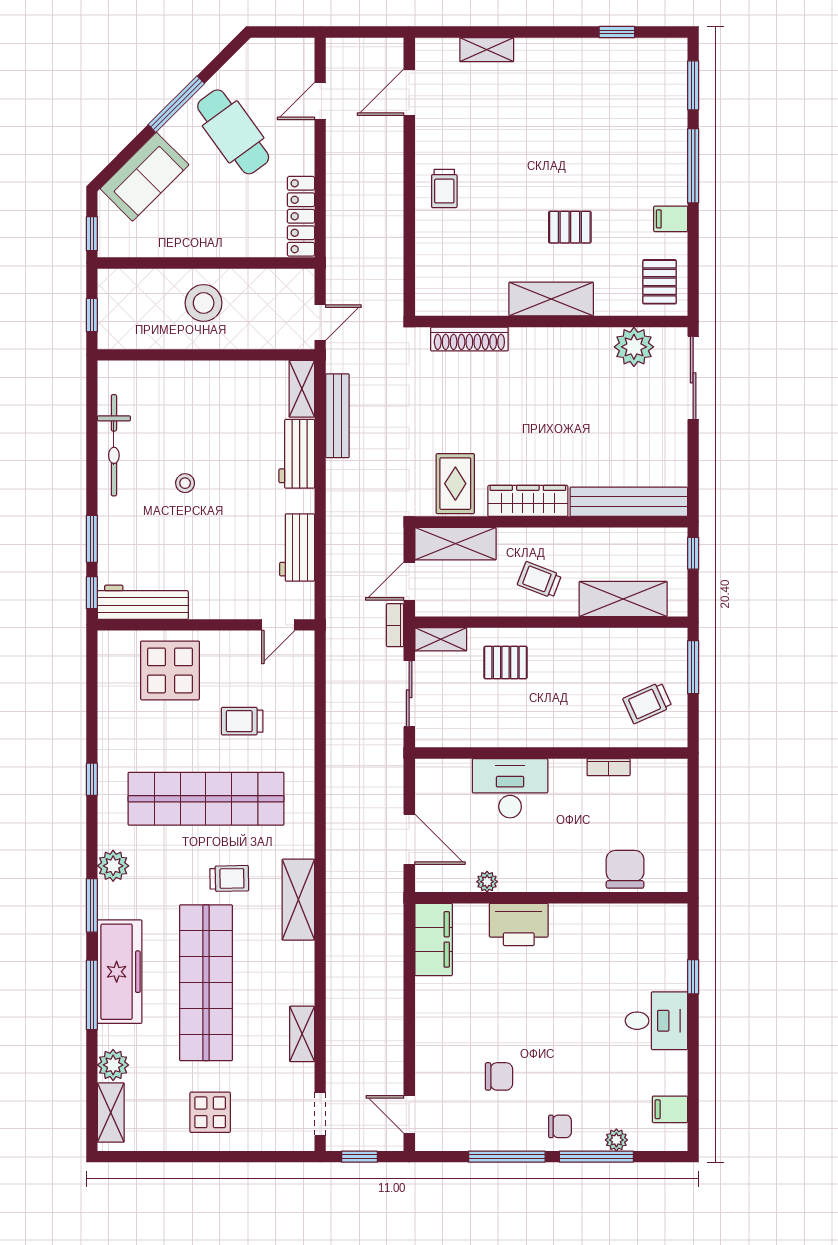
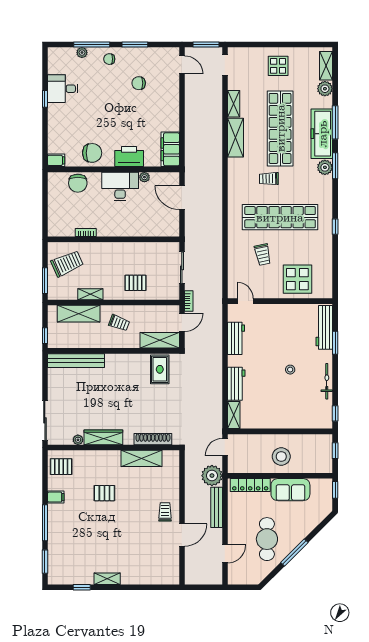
shelving: (487, 50) -> (107, 579), moved
door: (409, 92) -> (182, 535), moved
cafe table: (233, 132) -> (267, 539), turned 36
sofa: (144, 177) -> (290, 490), moved, turned -135
locker: (301, 216) -> (250, 485), moved, turned 90
plant: (347, 263) -> (212, 476), added
pallet: (660, 282) -> (61, 467), turned 90
shelving: (551, 299) -> (142, 458), moved
plant: (634, 347) -> (78, 440), width x0.53, depth x0.53
bench: (337, 416) -> (217, 507), moved
bicycle: (114, 445) -> (327, 381), width x0.73, depth x0.71
wardrobe: (528, 501) -> (103, 437), moved, turned 180
window: (92, 593) -> (335, 413), moved
workbench: (143, 602) -> (324, 327), moved, turned 90
door: (278, 625) -> (245, 301), hinge flipped
shelving: (441, 639) -> (90, 294), moved
trolley: (647, 703) -> (67, 263), width x1.36, depth x1.39
trolley: (242, 721) -> (263, 255), turned 78
desk: (510, 788) -> (120, 186), moved, turned 180
plant: (113, 866) -> (325, 167), moved
shelving: (298, 900) -> (235, 138), moved
chair: (595, 932) -> (92, 153), added
window: (693, 977) -> (45, 99), moved
desk: (656, 1021) -> (63, 89), moved
filing cabinet: (670, 1109) -> (56, 160), moved
window: (359, 1157) -> (206, 44), width x1.50
window: (507, 1157) -> (135, 44), width x0.69

